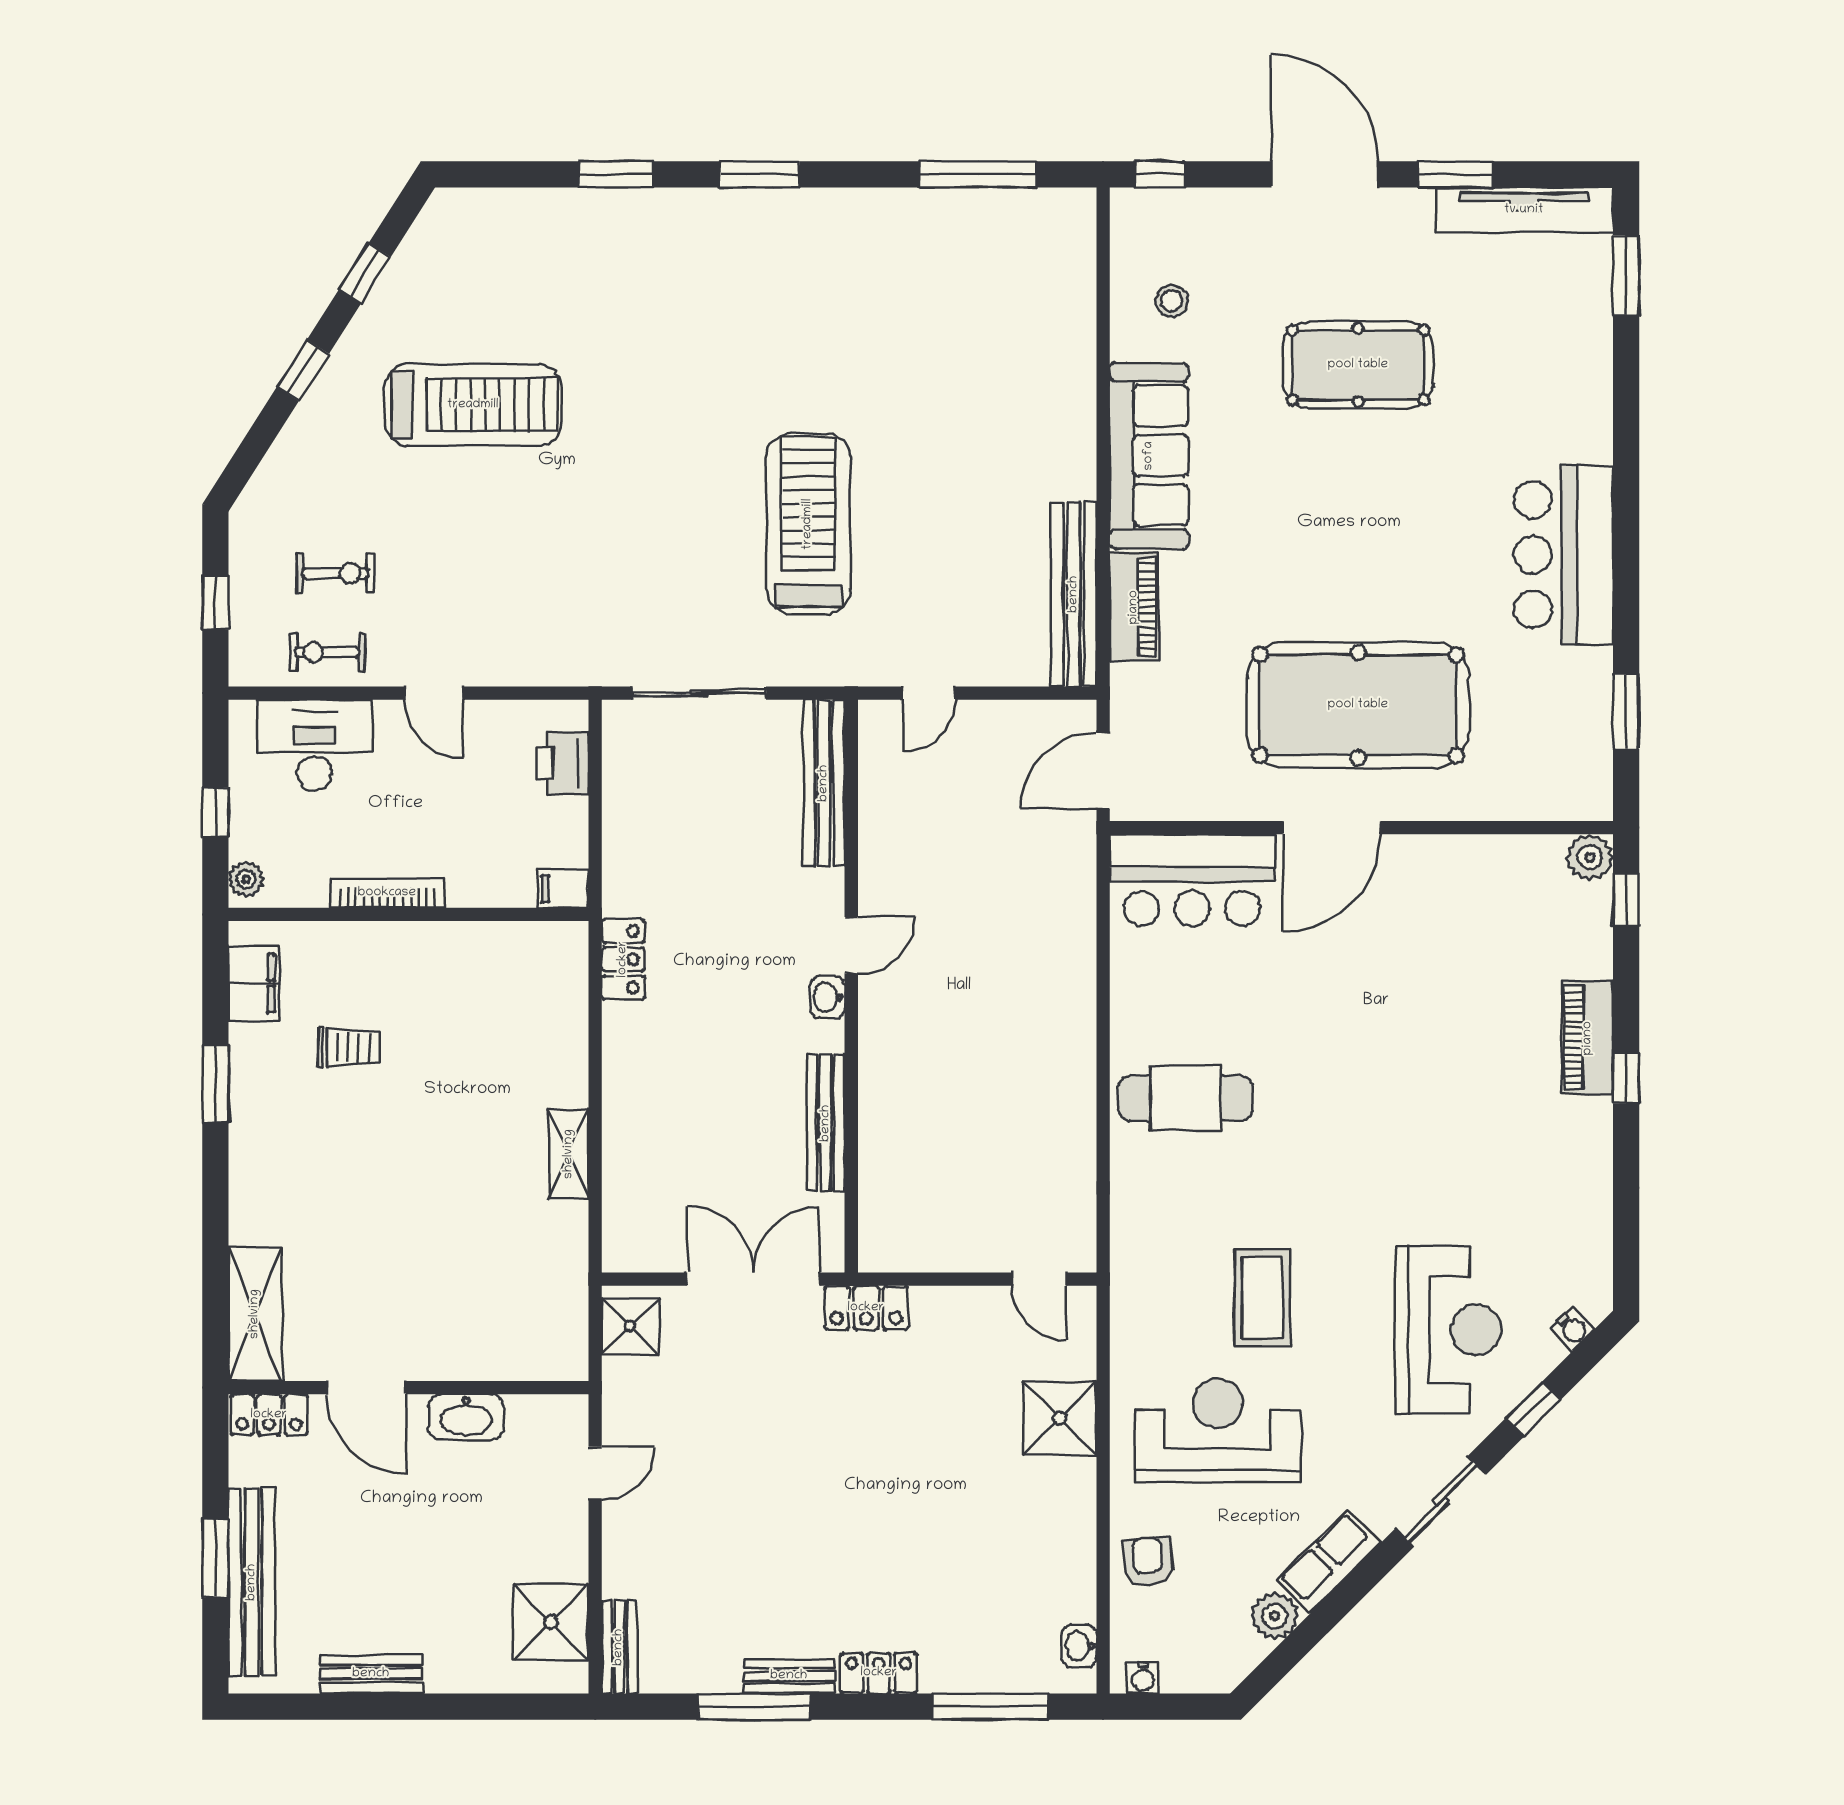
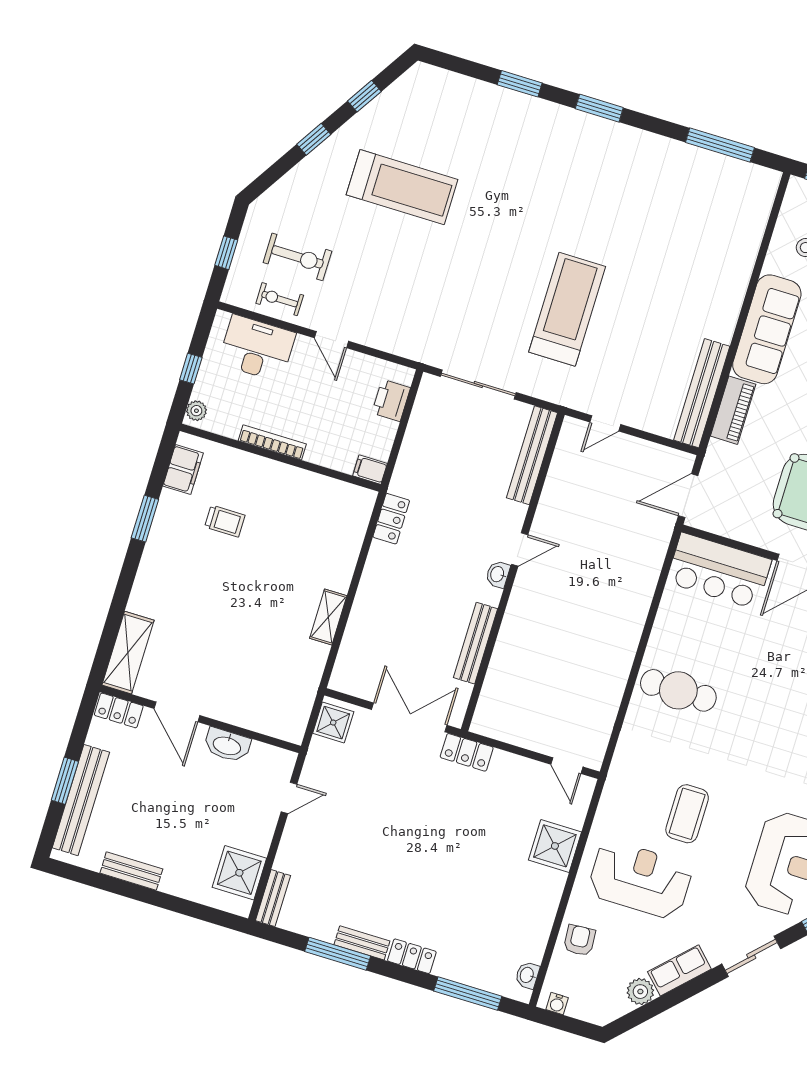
exercise bike: (335, 573) -> (297, 257), width x1.38, depth x1.39

